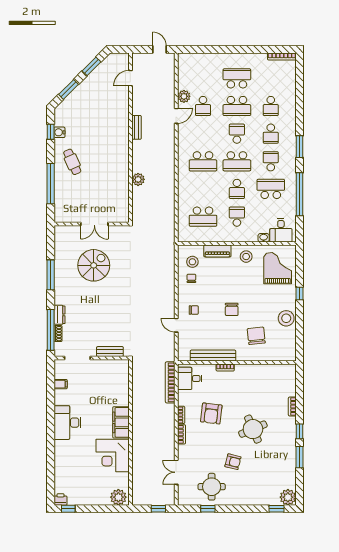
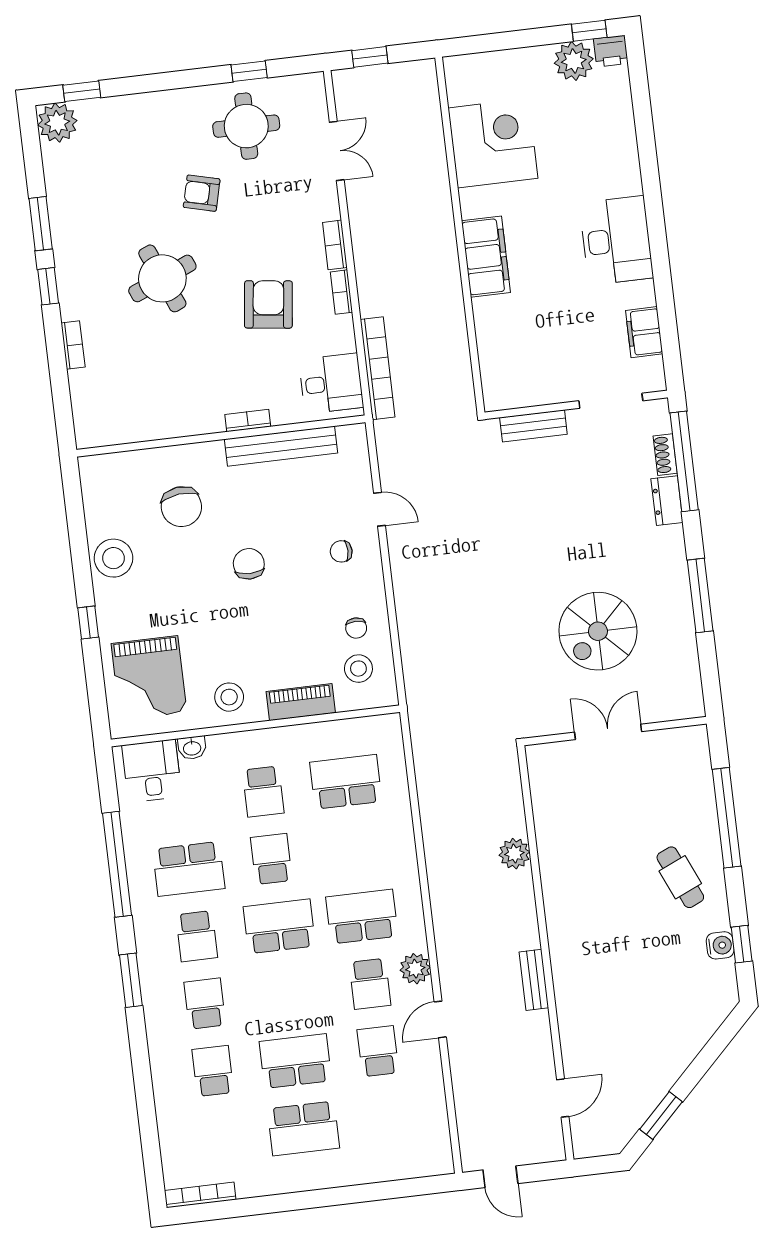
window: (68, 89) -> (711, 1053), removed
plant: (184, 96) -> (415, 969), moved
school desk: (237, 134) -> (370, 984), moved
filing cabinet: (61, 384) -> (644, 332), width x2.00
corner desk: (113, 455) -> (493, 143), moved
plant: (118, 497) -> (574, 61), moved

